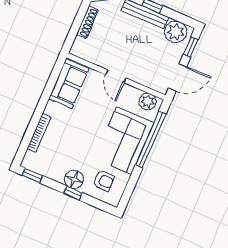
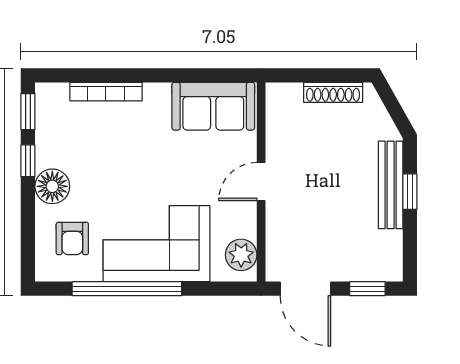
plant: (176, 32) -> (382, 252), removed
window: (151, 139) -> (127, 289), moved
window: (73, 193) -> (28, 161), moved

